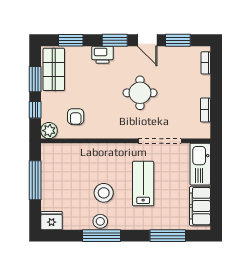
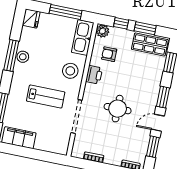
printer: (102, 55) -> (94, 75), moved, turned 180
kitchen sink: (200, 164) -> (83, 37), moved, turned -90
stool: (104, 193) -> (70, 71), moved

